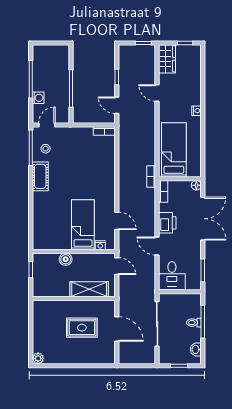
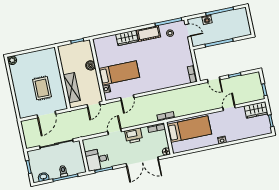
door: (117, 105) -> (214, 80), swing flipped
wardrobe: (40, 205) -> (127, 38), added
desk: (172, 276) -> (97, 159), moved

